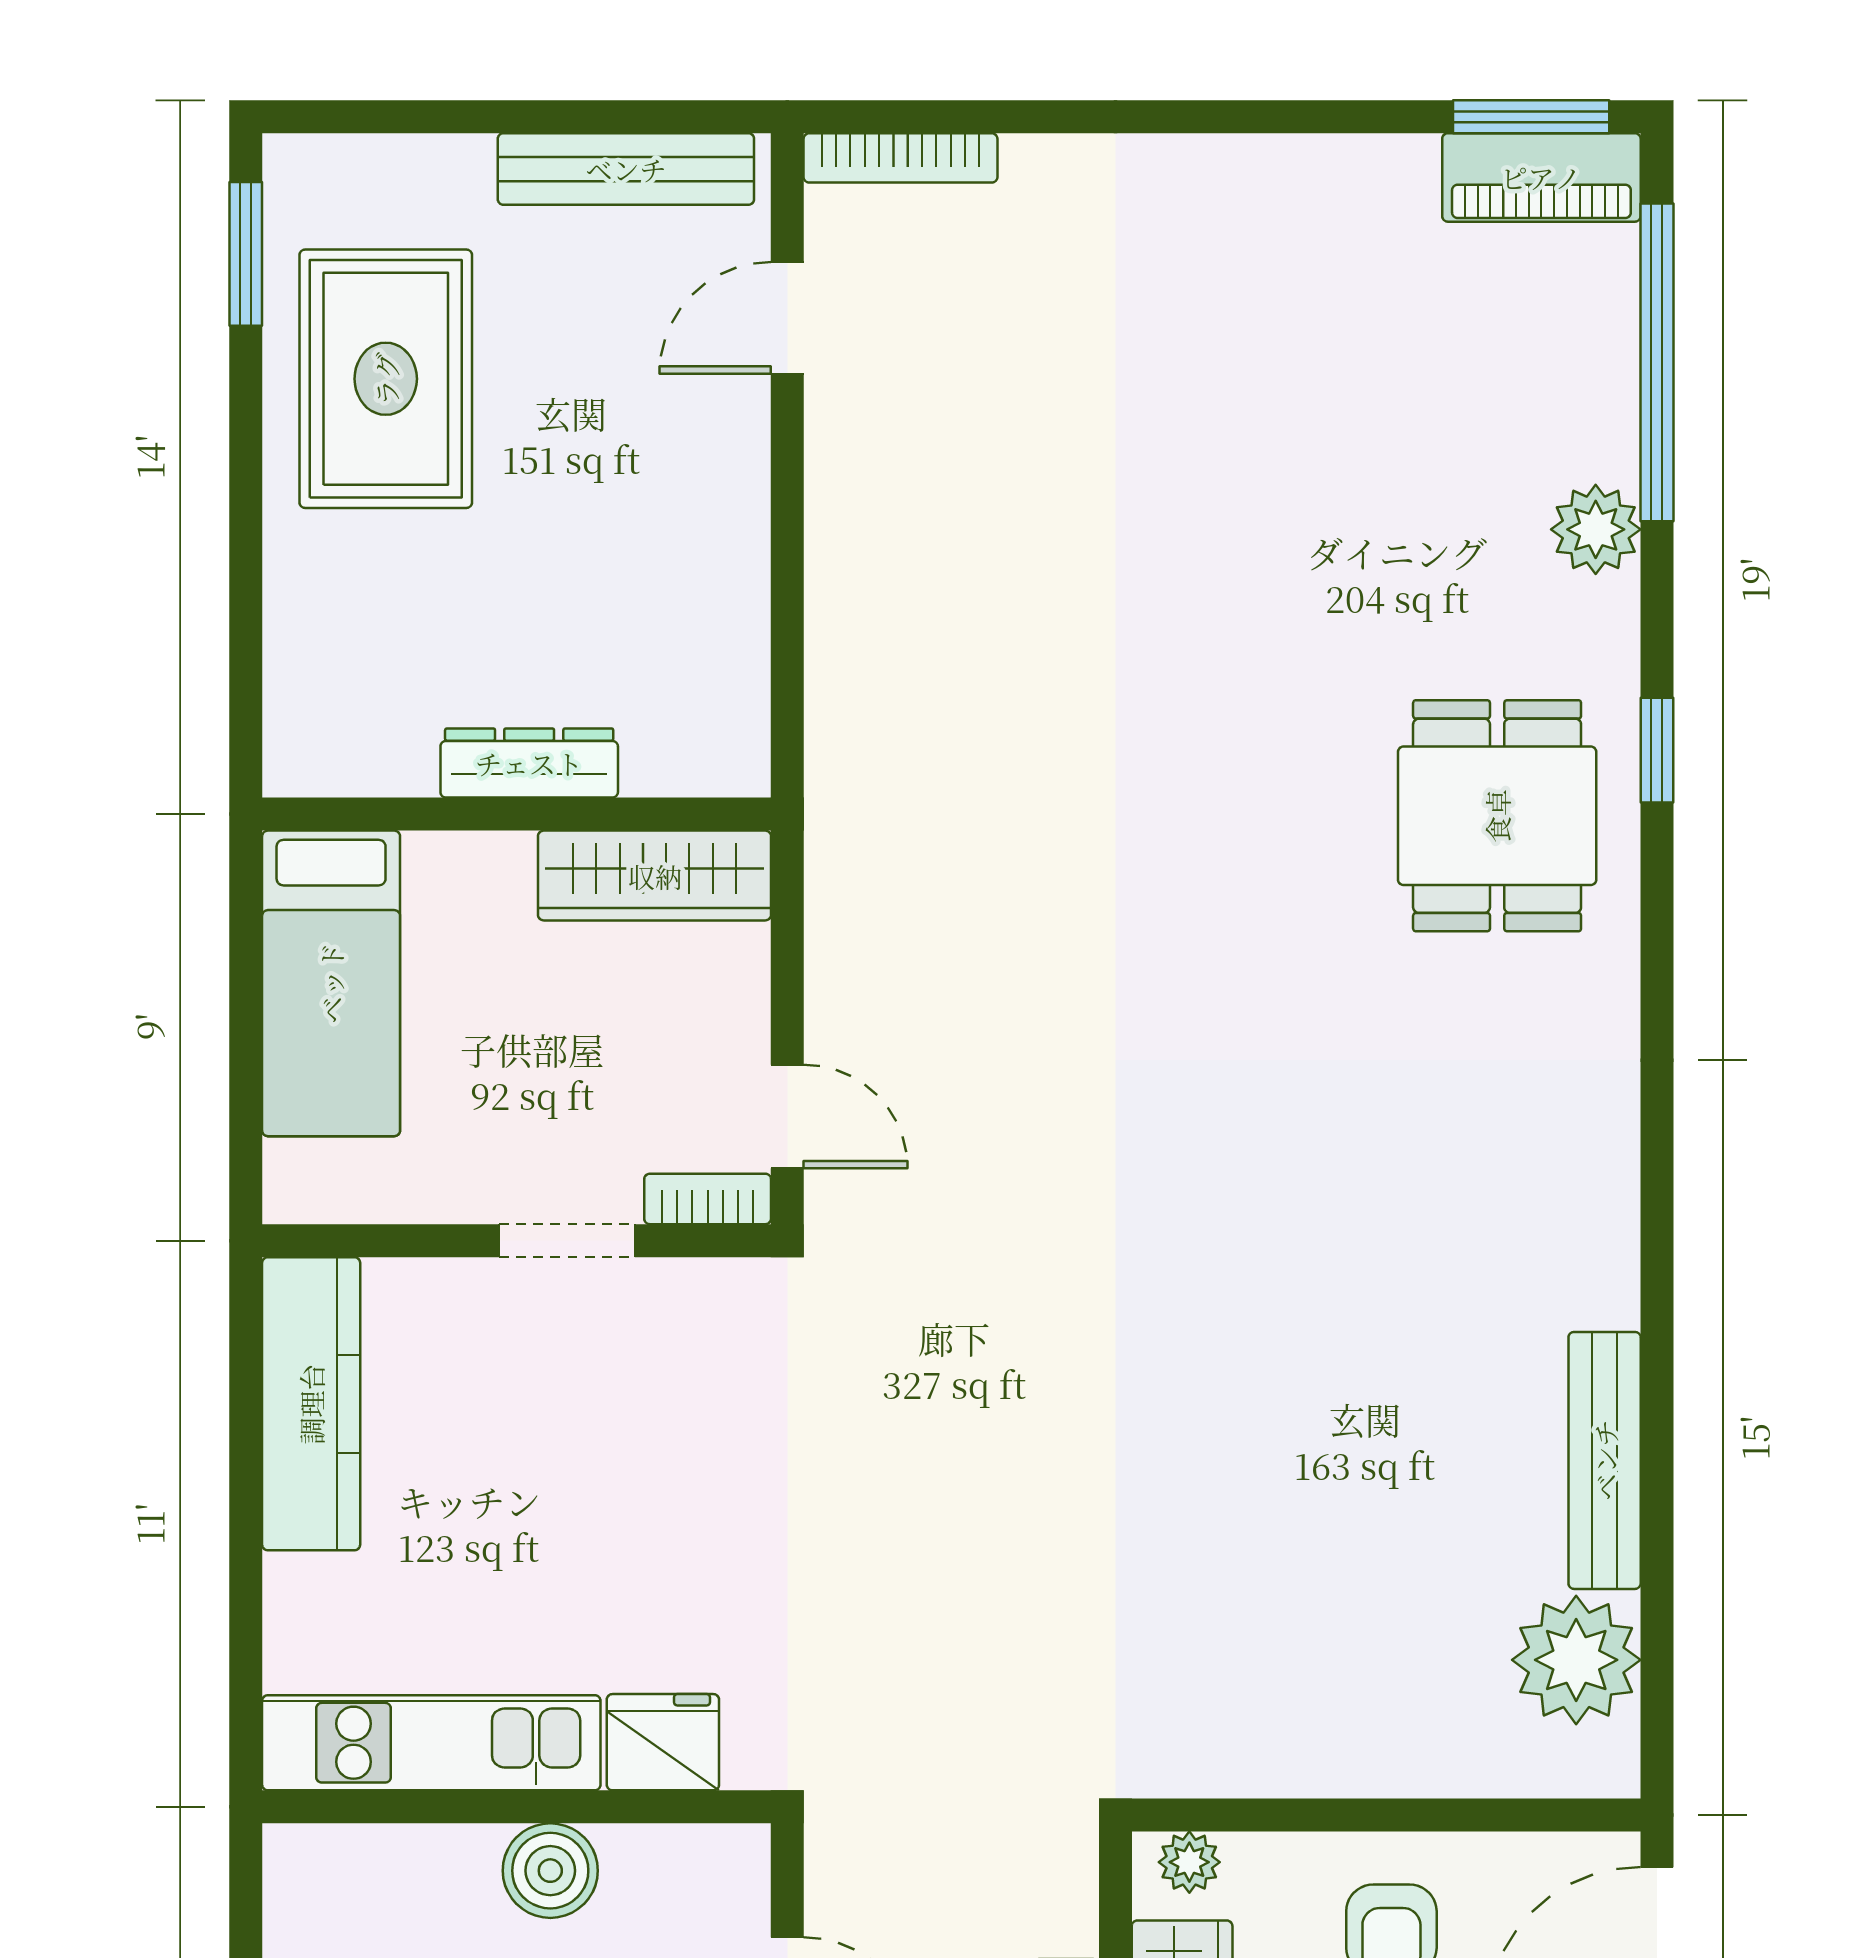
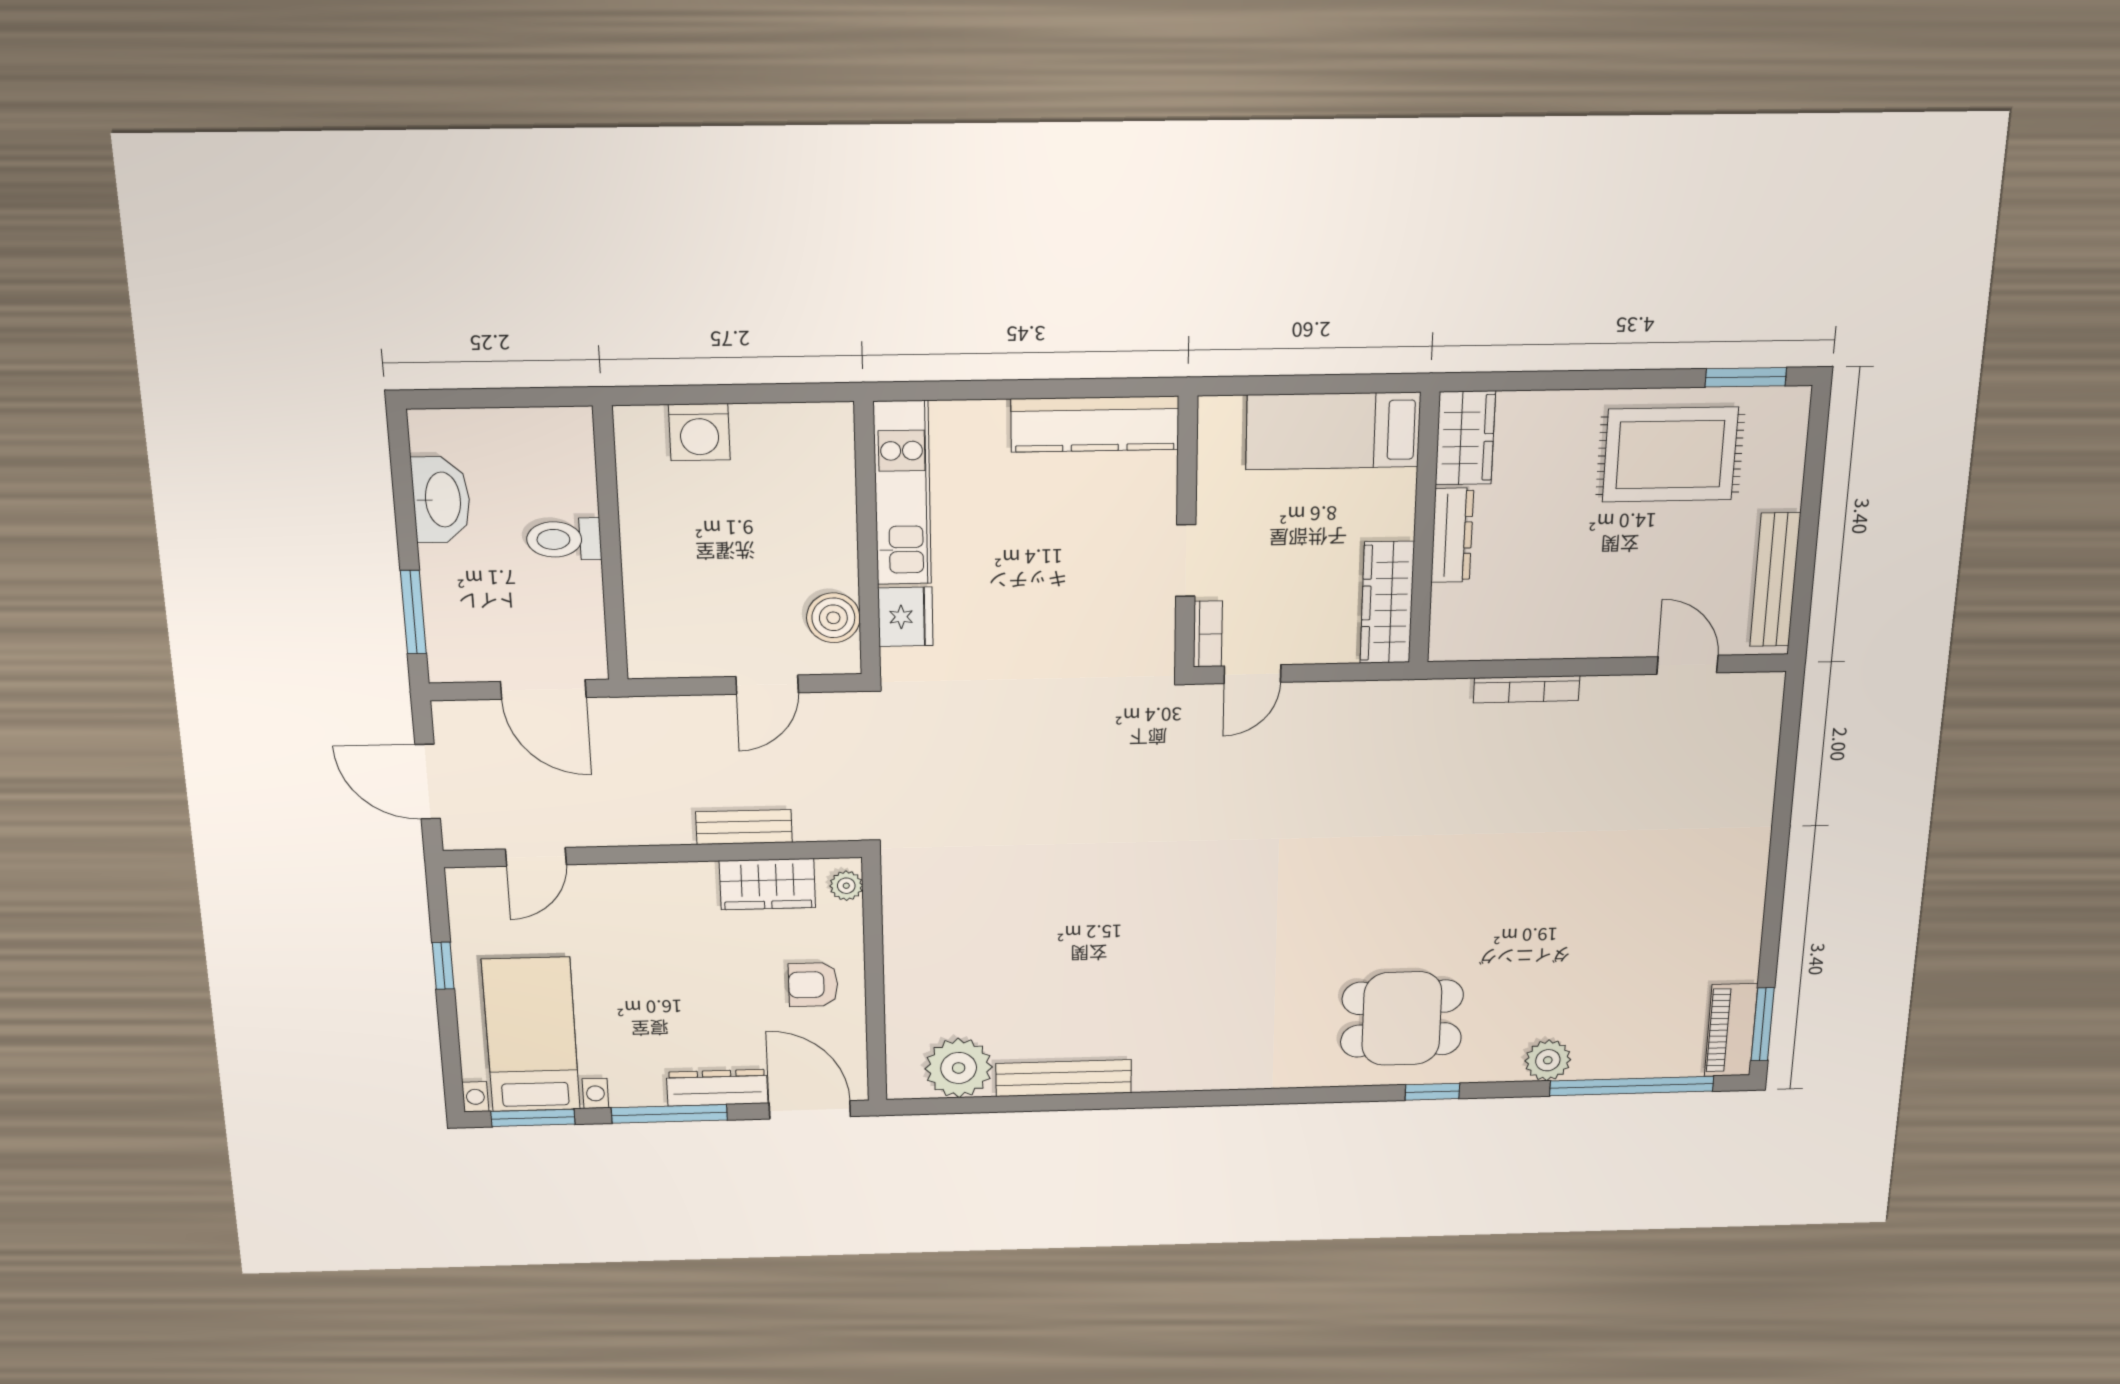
bookcase: (901, 158) -> (1527, 689), moved, turned -90
wardrobe: (348, 748) -> (1465, 438), added
boiler: (550, 1871) -> (833, 618), moved

